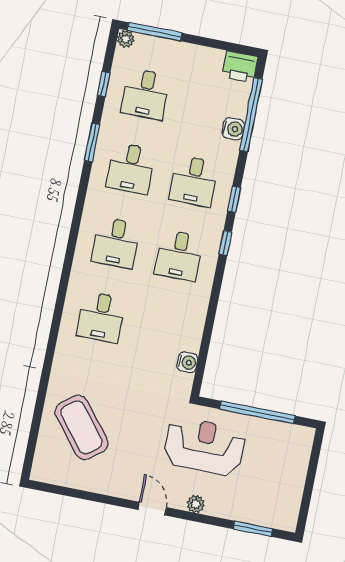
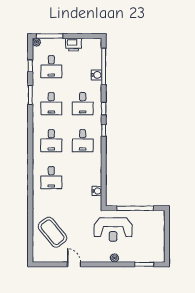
printer: (240, 67) -> (74, 45), moved
reception desk: (204, 446) -> (113, 230), turned 180
door: (152, 509) -> (74, 264), moved

